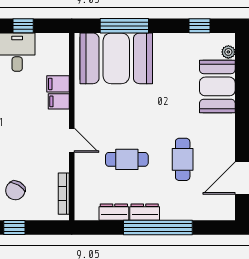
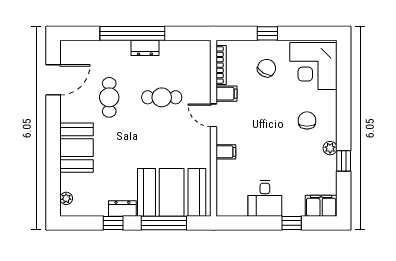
window: (23, 26) -> (259, 223), removed
window: (200, 26) -> (113, 223), moved
filing cabinet: (58, 84) -> (226, 94), moved
booth: (217, 86) -> (77, 148), moved
dresser: (114, 212) -> (122, 208), moved, turned 180

